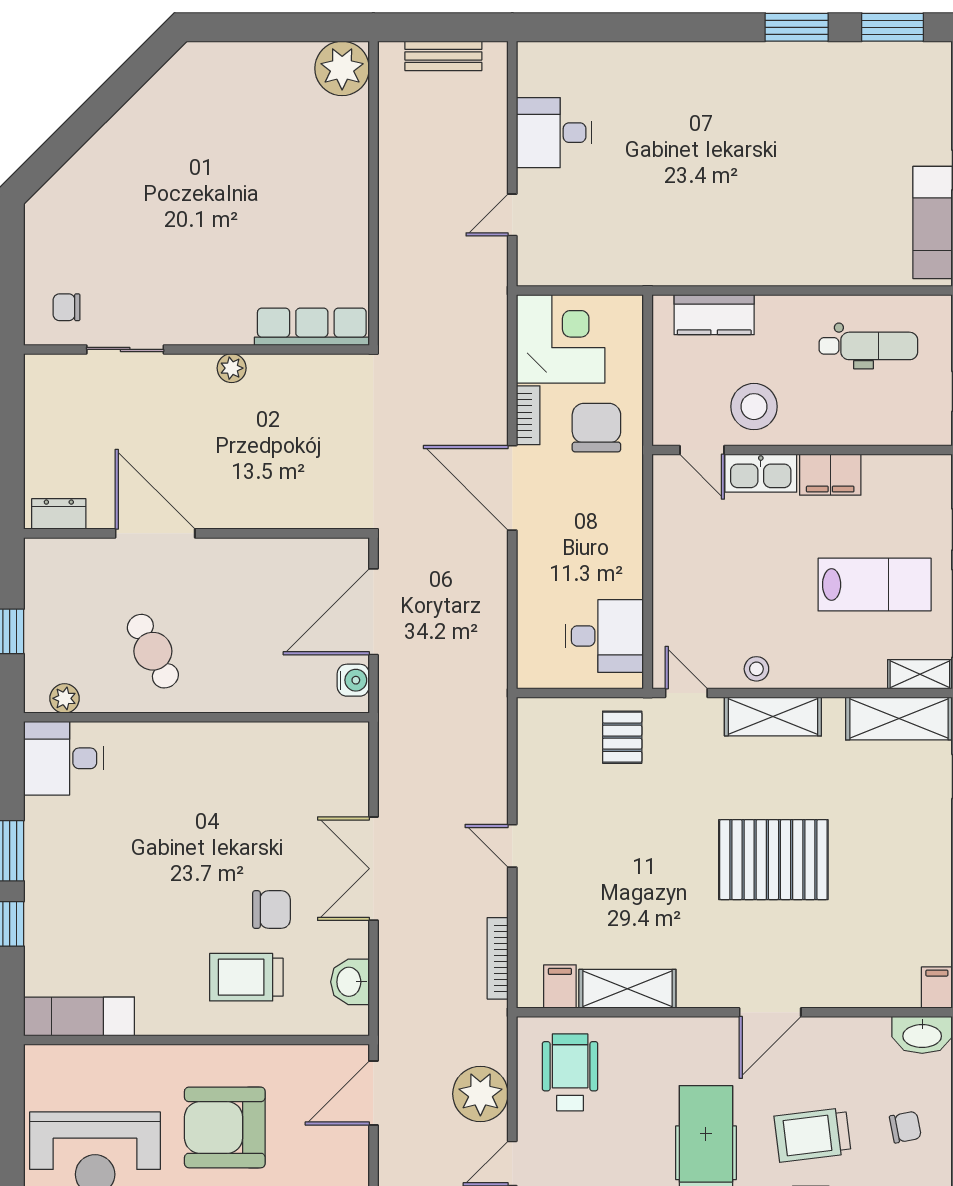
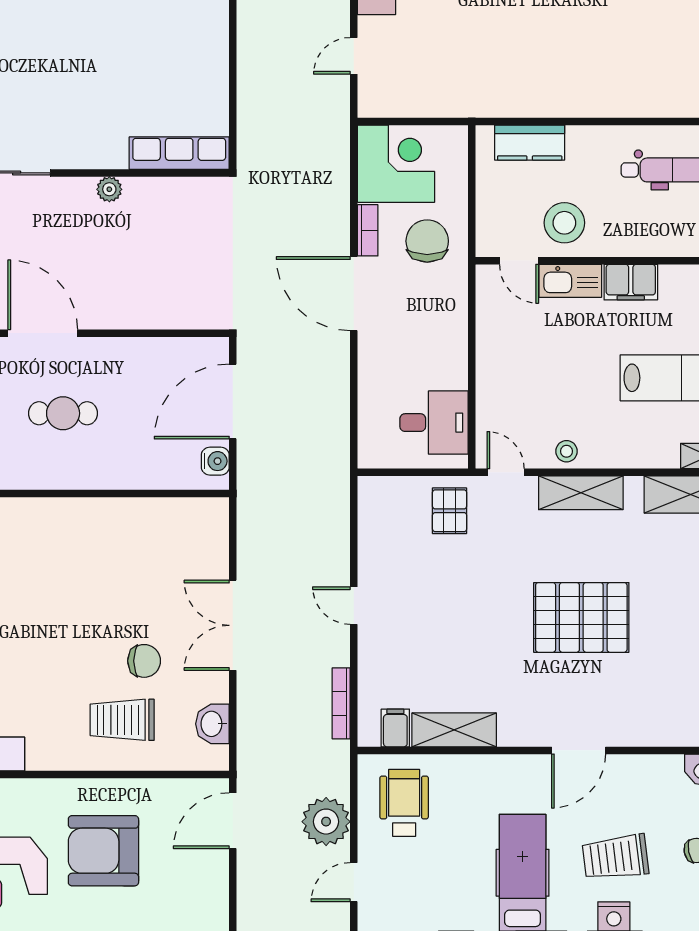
cafe table: (153, 651) -> (63, 413), moved, turned -63

